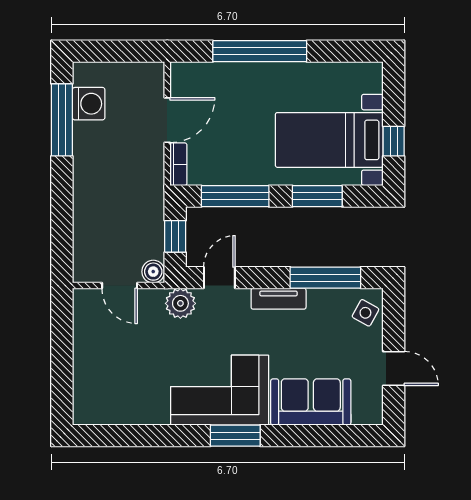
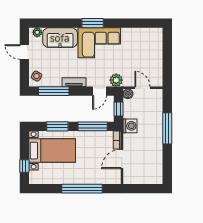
washing machine: (89, 104) -> (130, 126), moved, turned 180
window: (62, 120) -> (167, 128), moved
window: (394, 141) -> (24, 166), moved
plant: (364, 414) -> (37, 32), added

